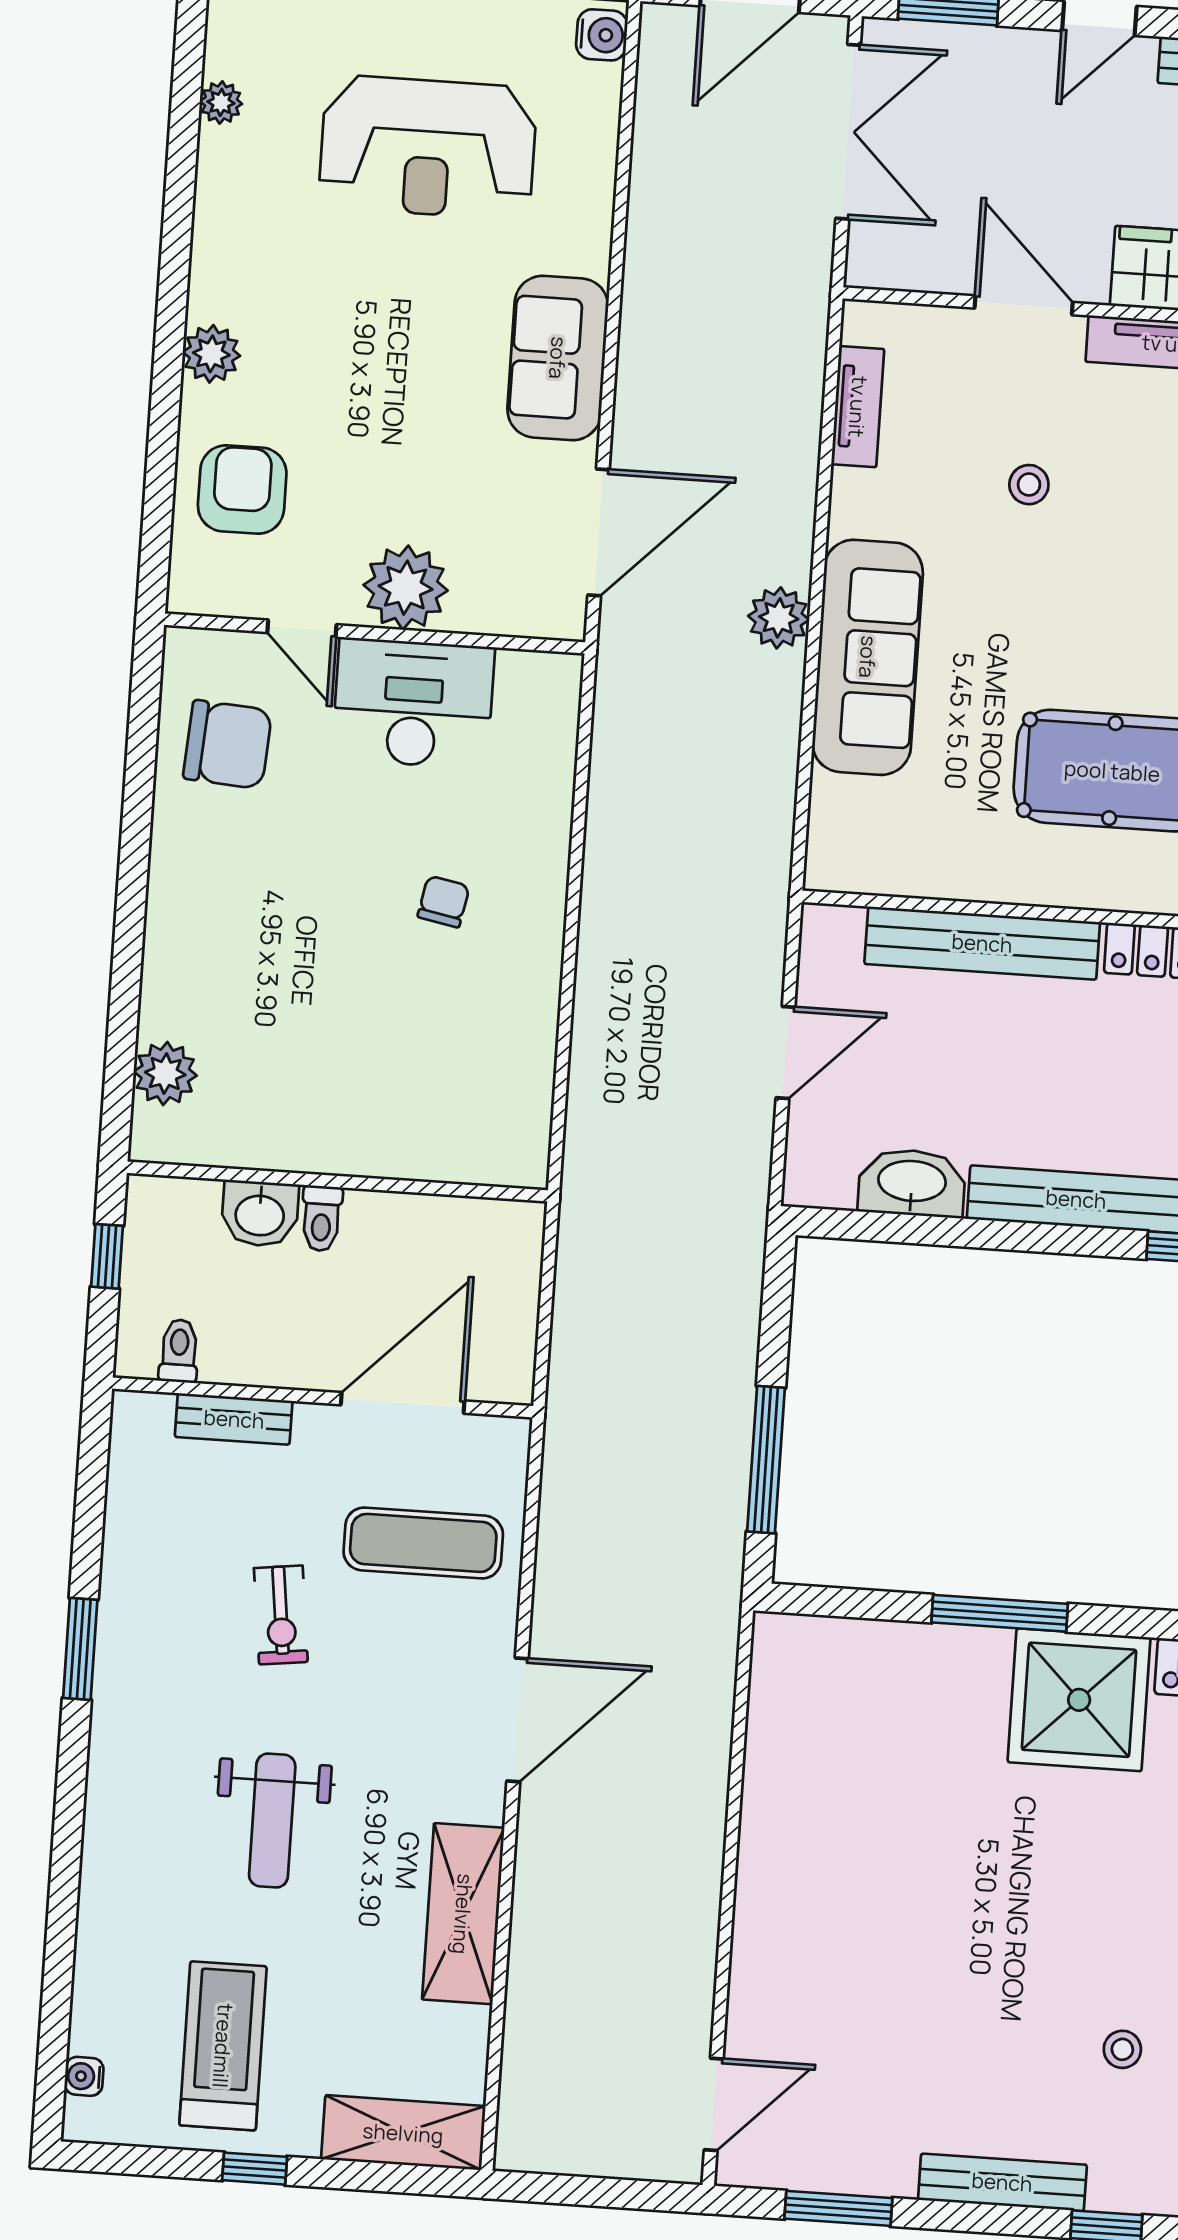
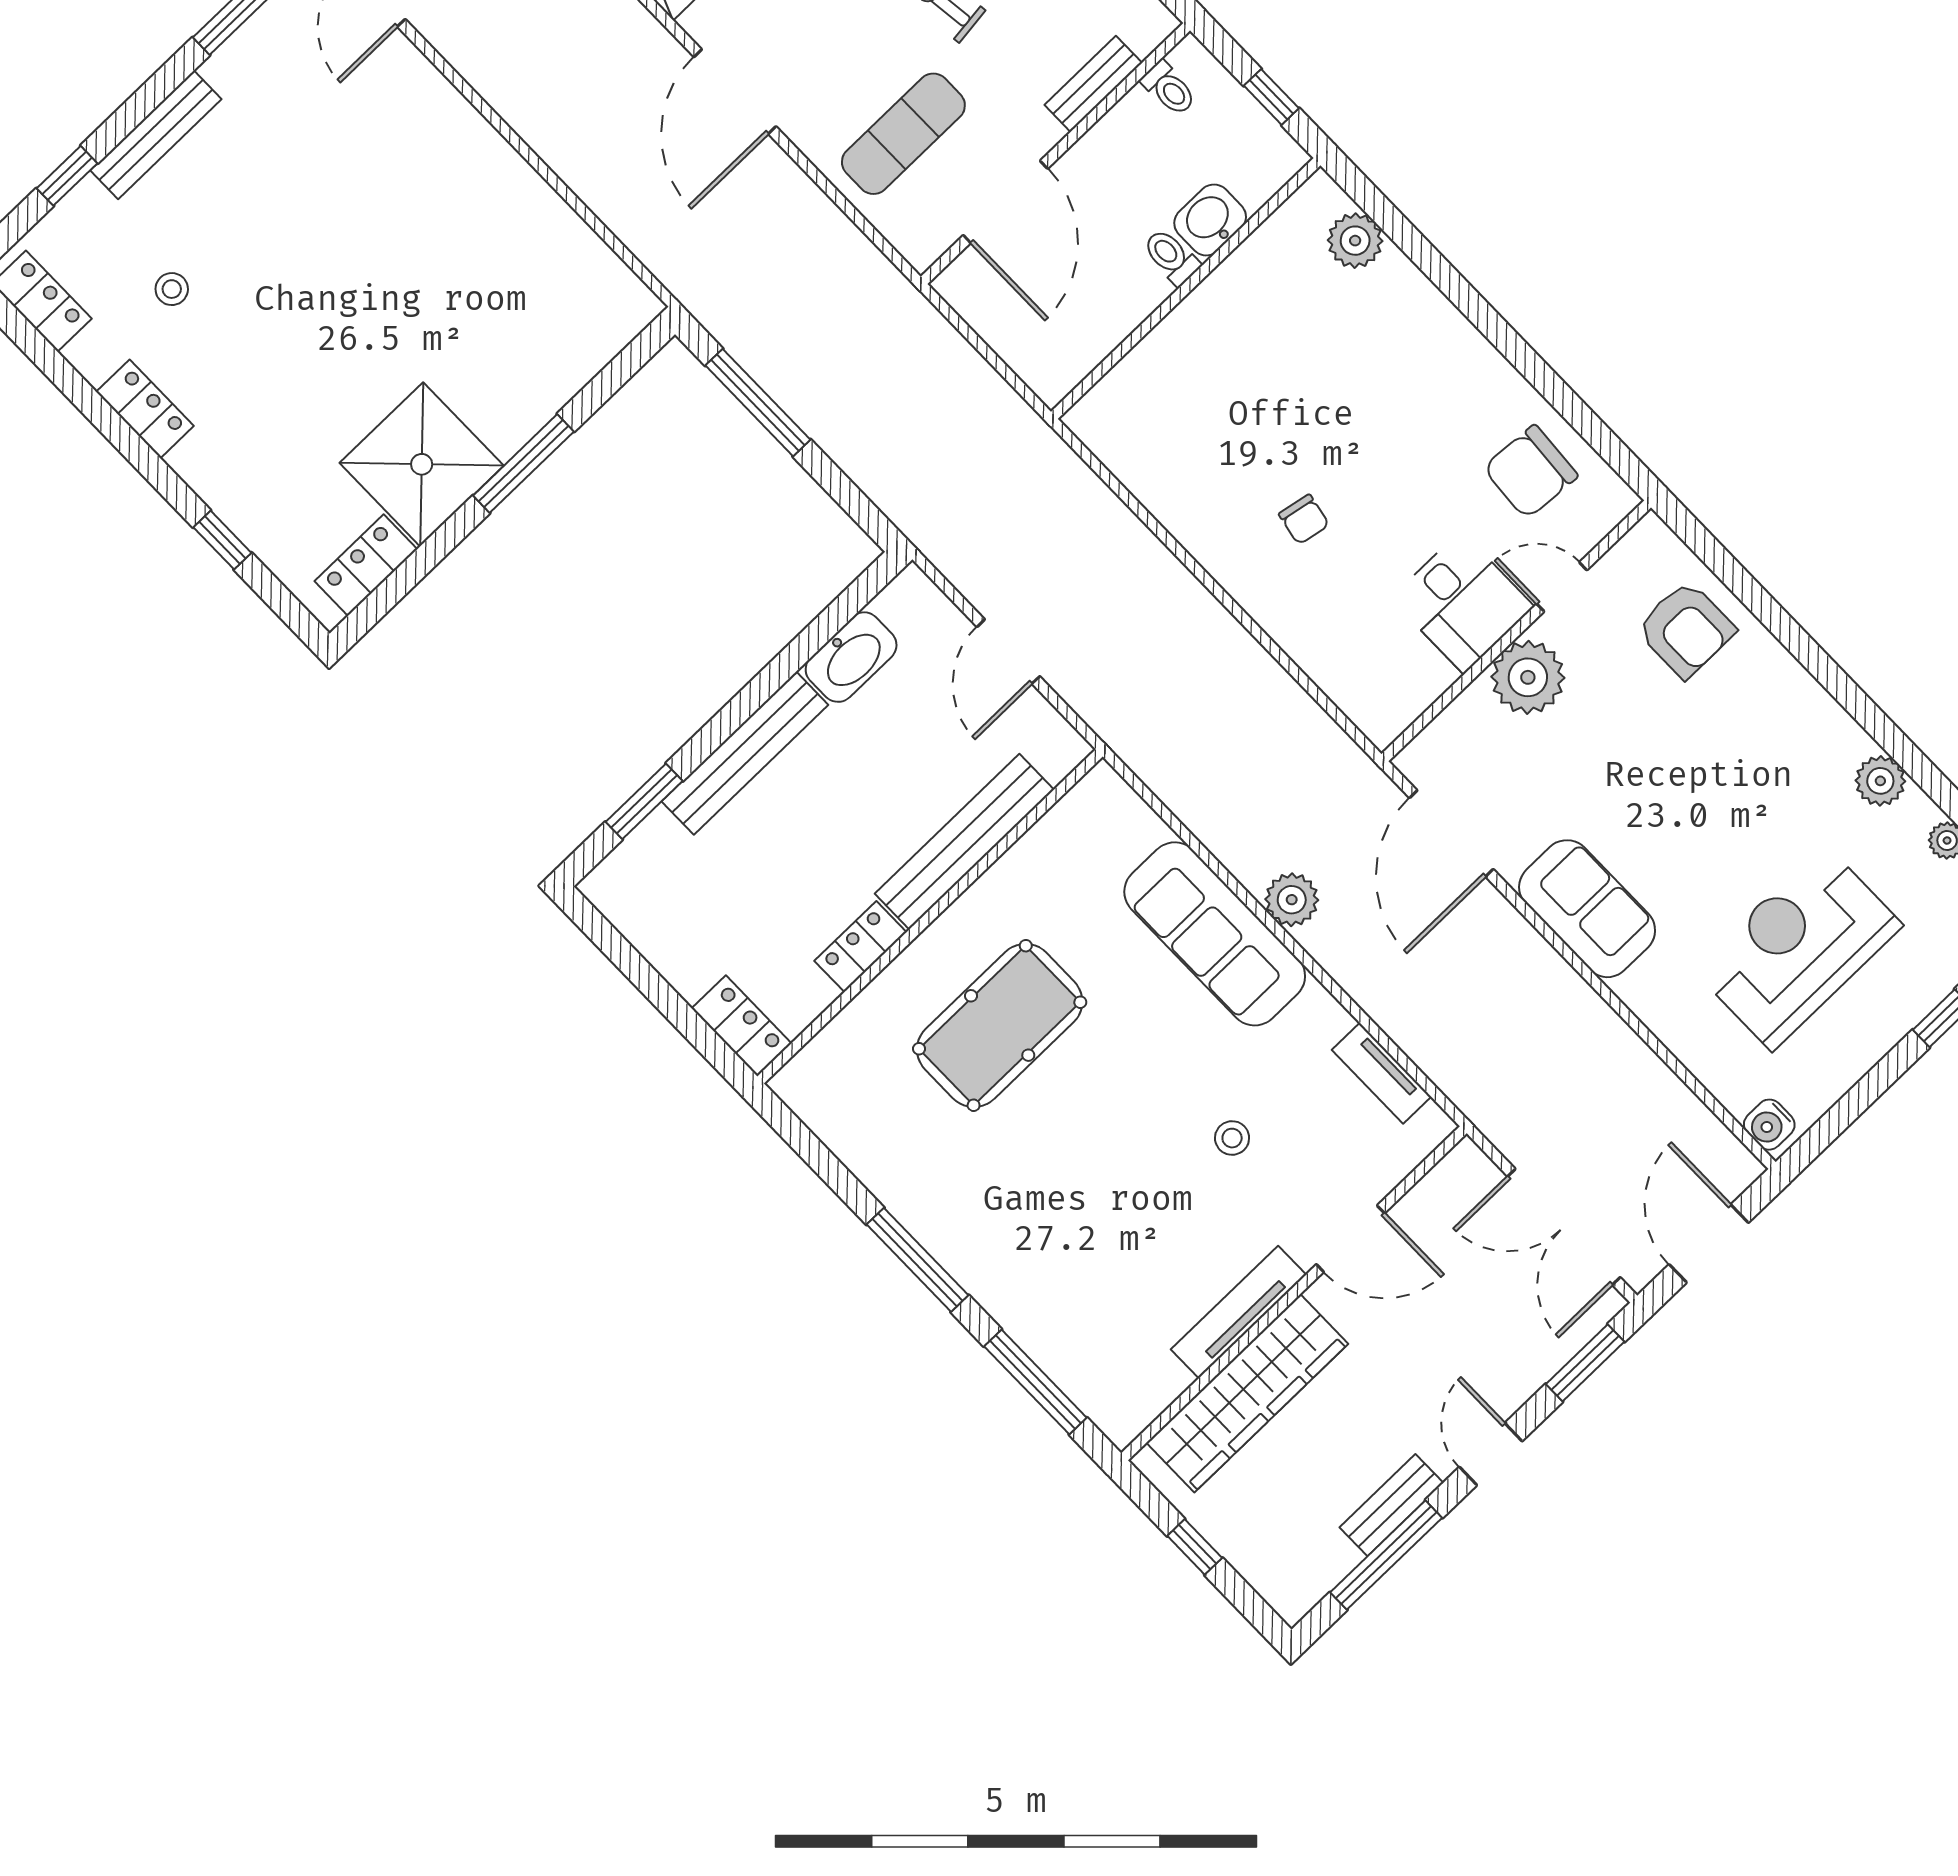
plant: (211, 354) -> (1880, 781), moved
desk: (413, 703) -> (1462, 602), width x0.73

